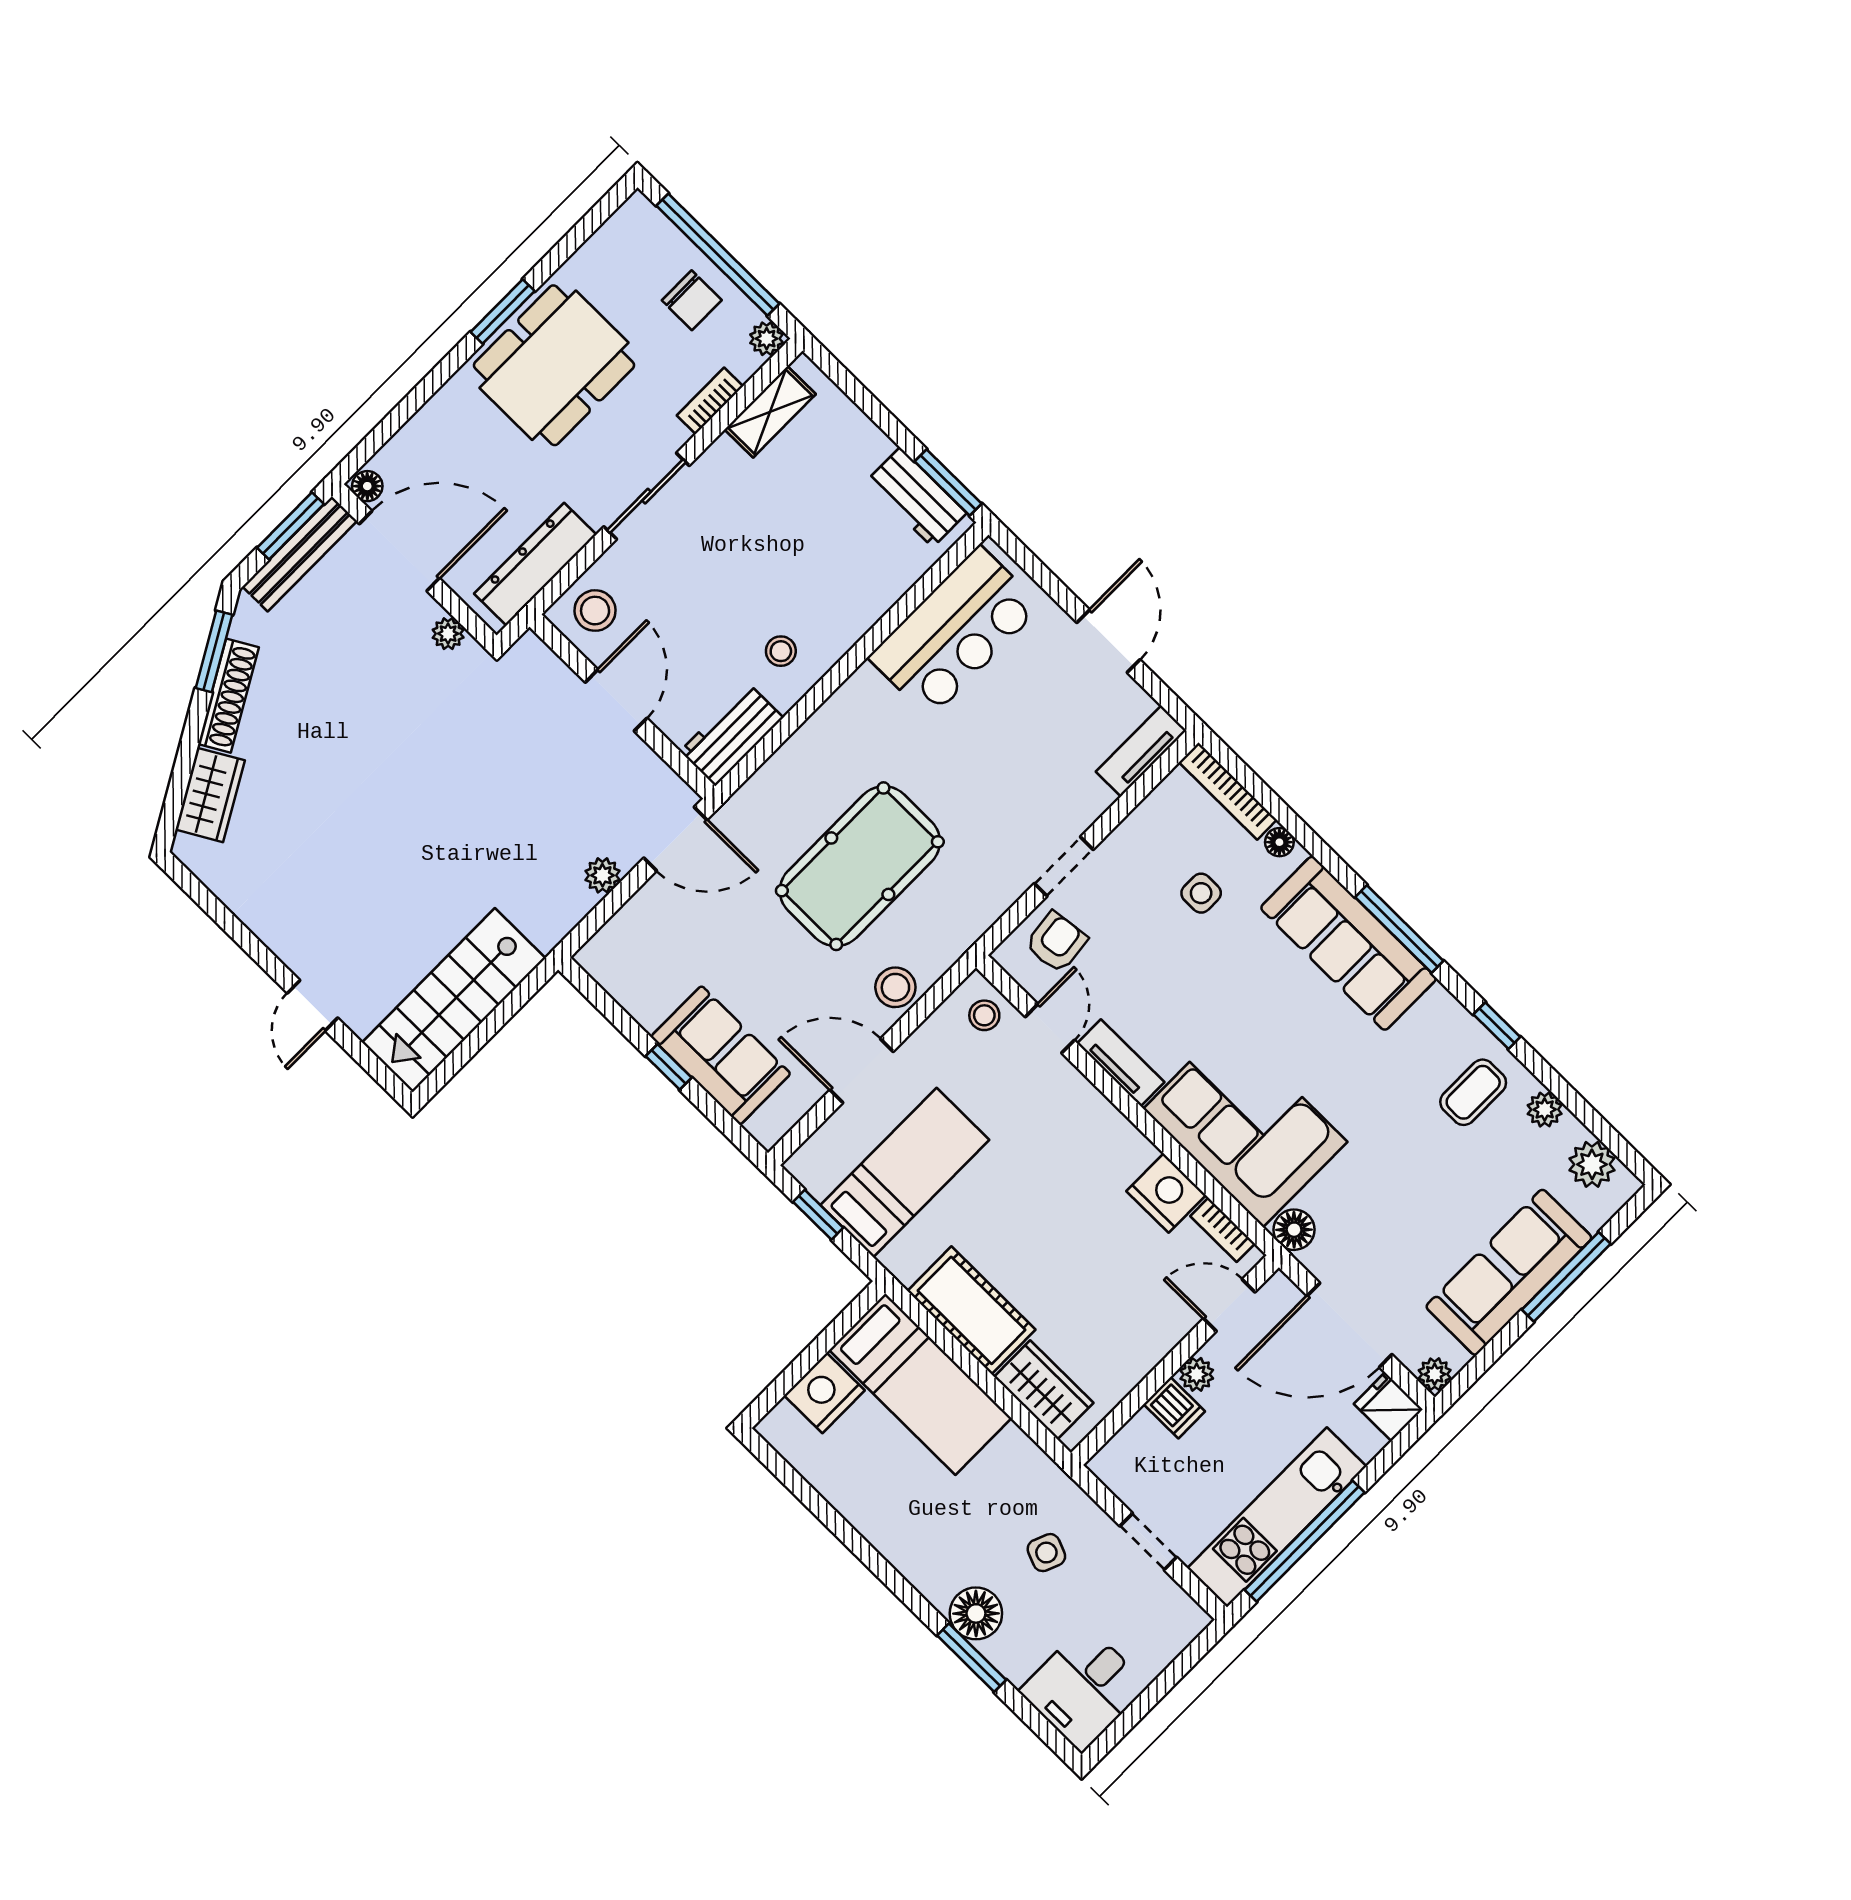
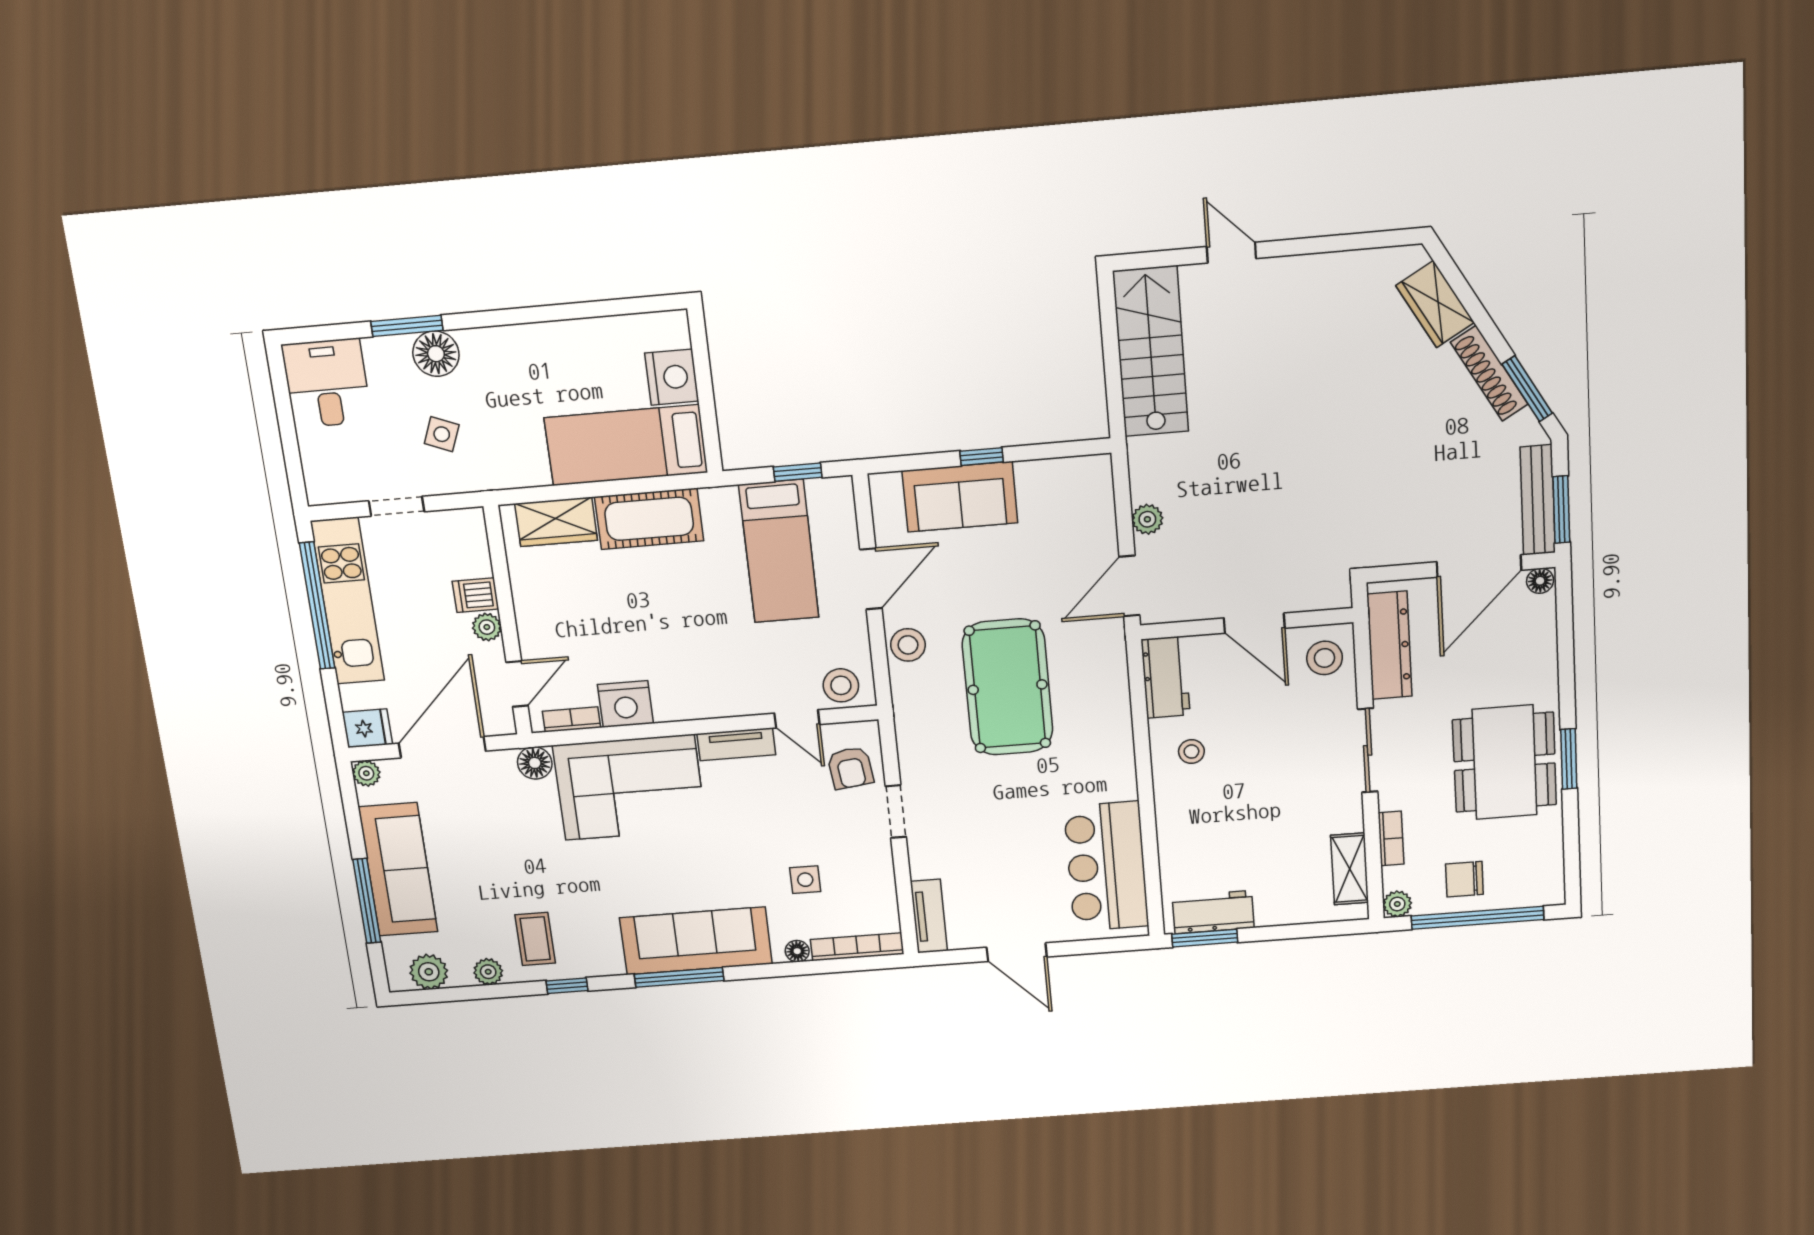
plant: (448, 634) -> (1396, 552), removed
stool: (984, 1015) -> (841, 685), width x1.37, depth x1.37

